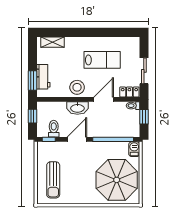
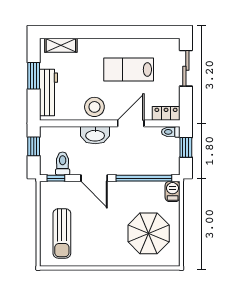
lab bench: (102, 60) -> (129, 70), turned 180
sliding door: (144, 71) -> (186, 68), moved
workbench: (43, 77) -> (48, 93), width x1.38
window: (32, 81) -> (34, 76), moved
door: (77, 139) -> (94, 178), swing flipped
parasol: (117, 180) -> (149, 233), width x0.73, depth x0.73

